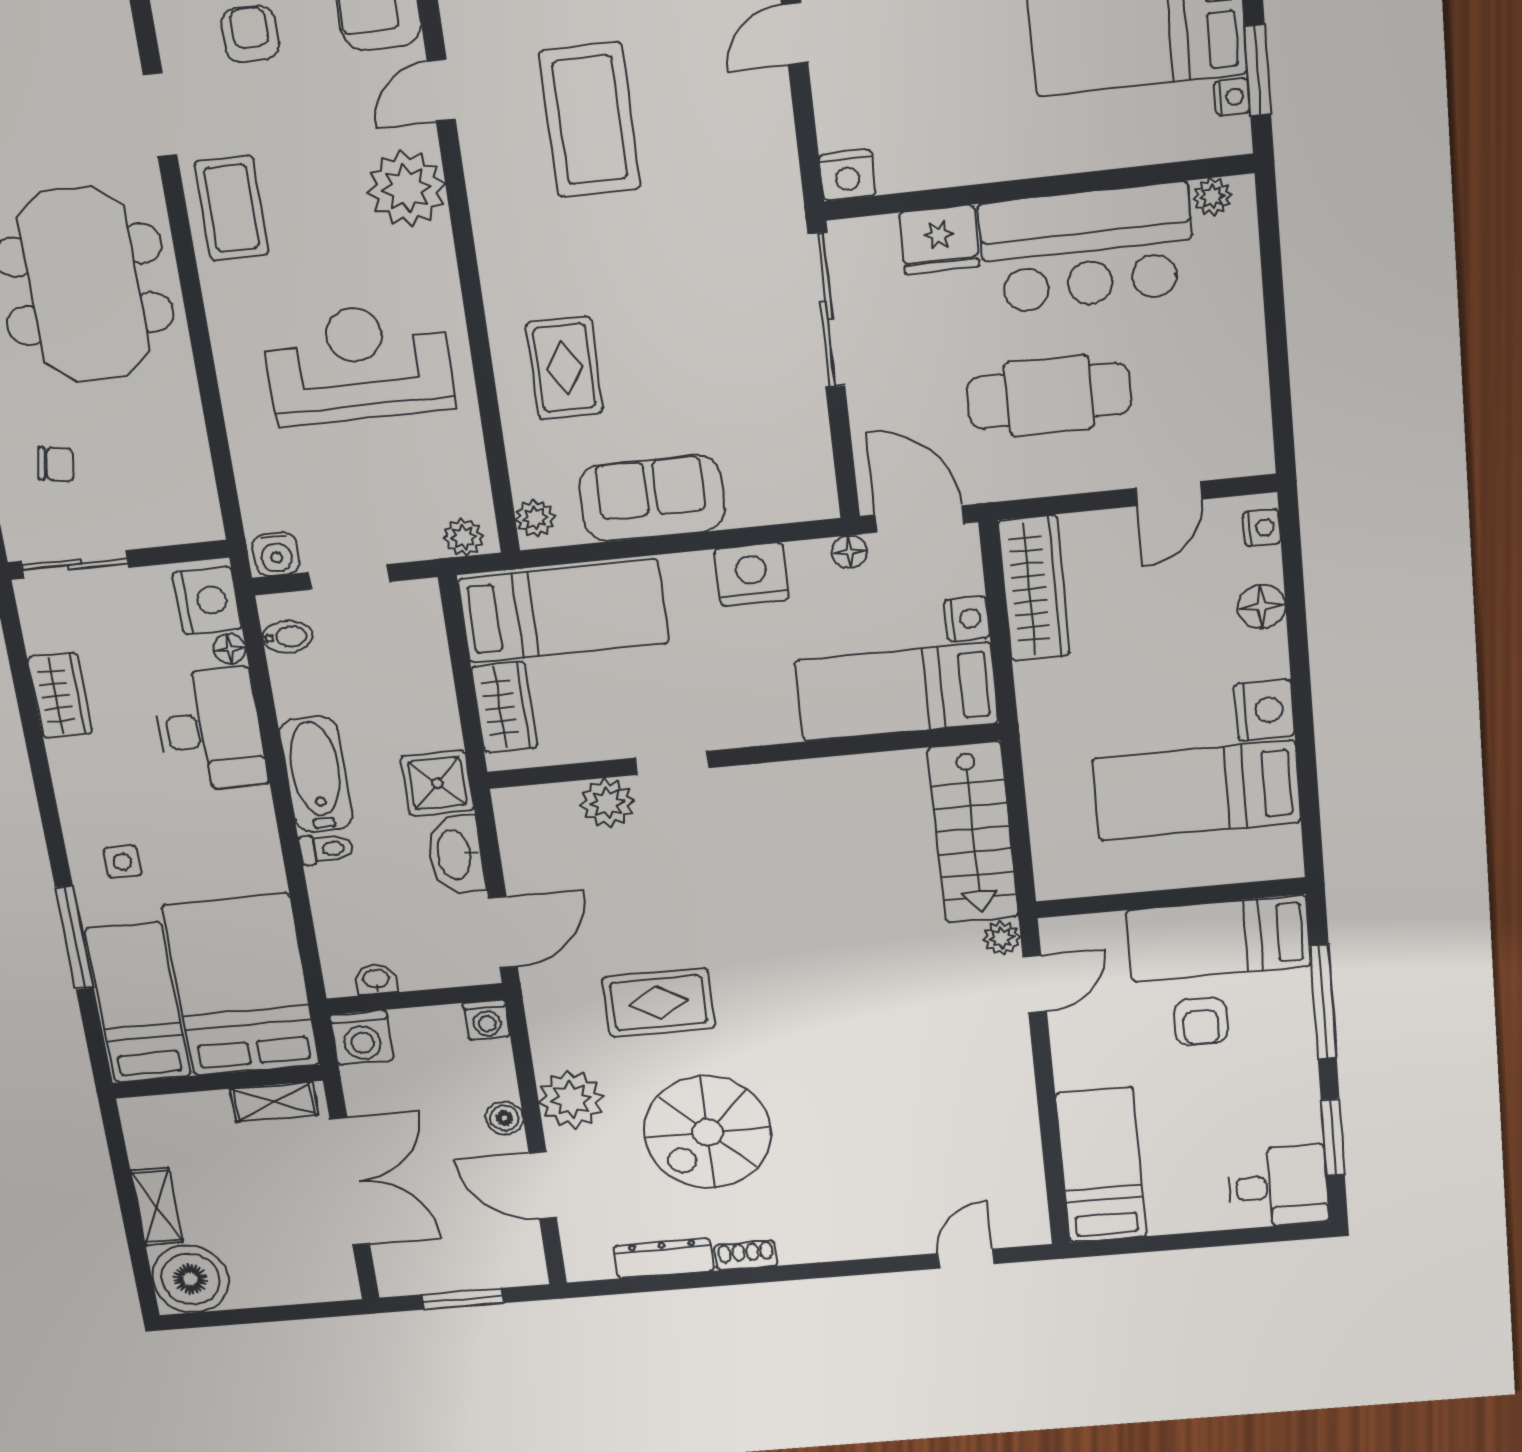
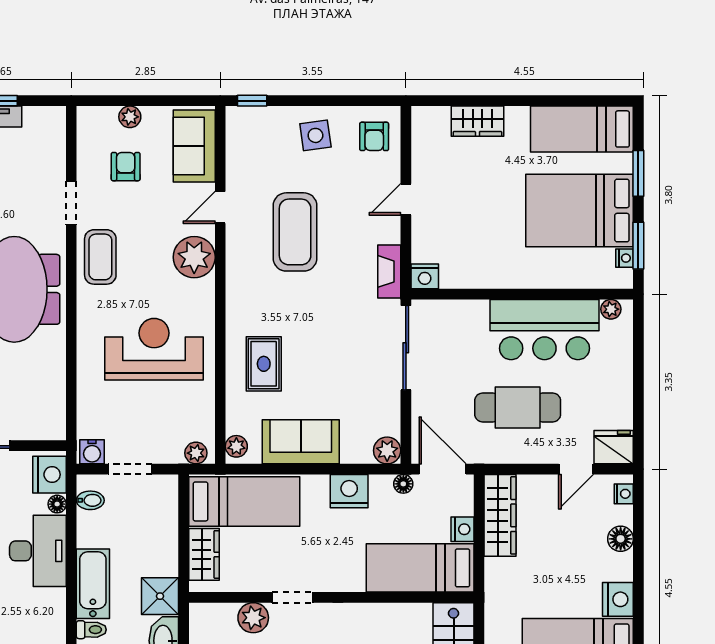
fireplace: (779, 174) -> (389, 271), added
fridge: (939, 240) -> (614, 447), moved, turned 180
plant: (813, 497) -> (387, 450), added

